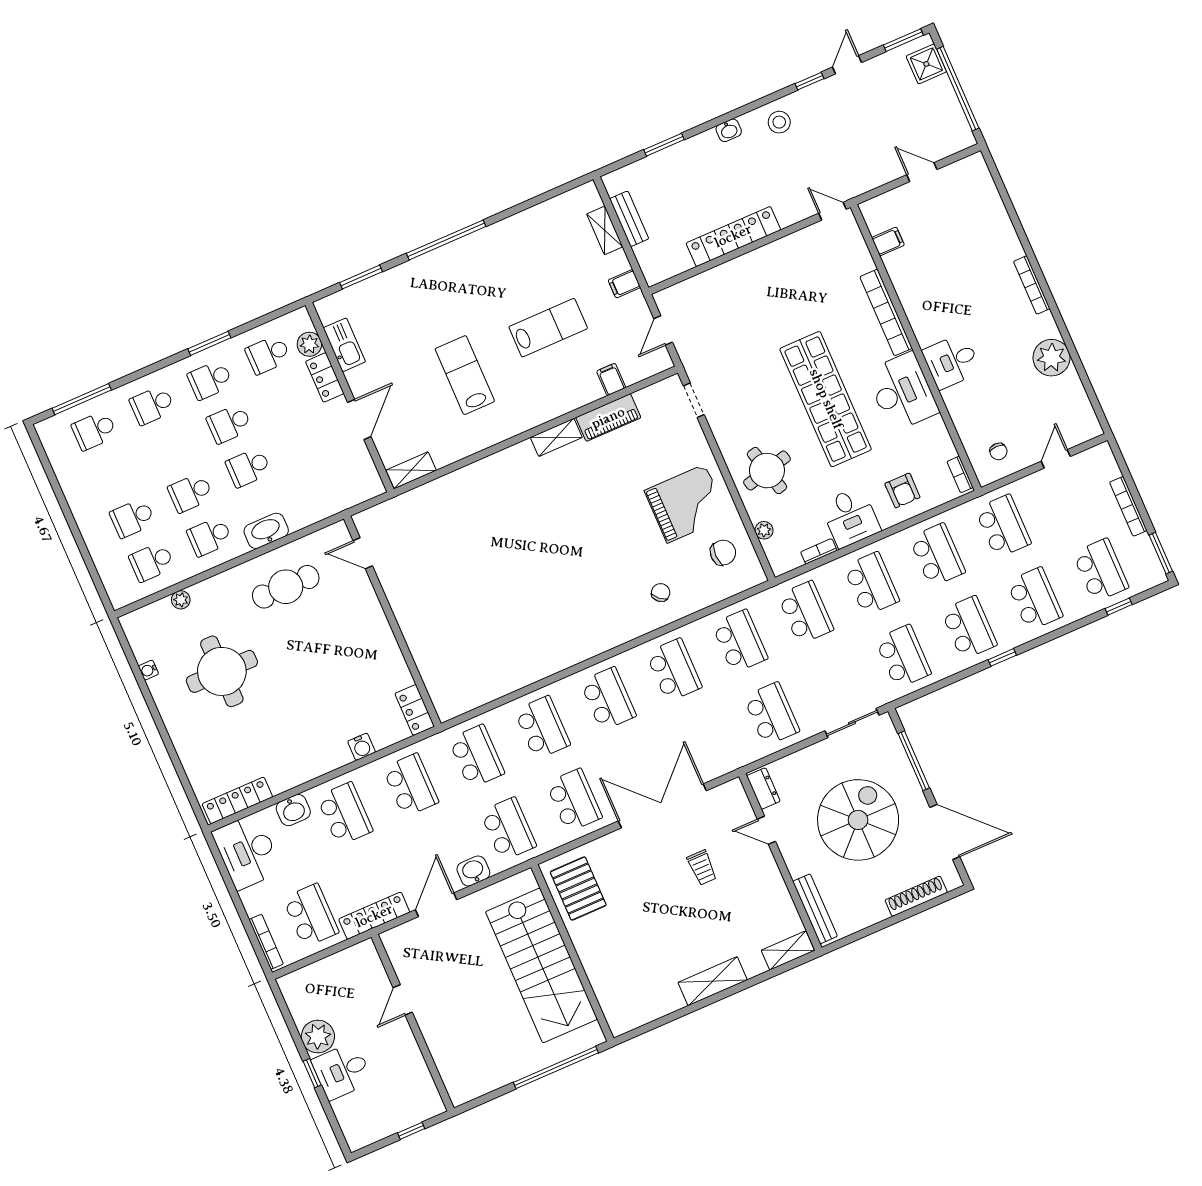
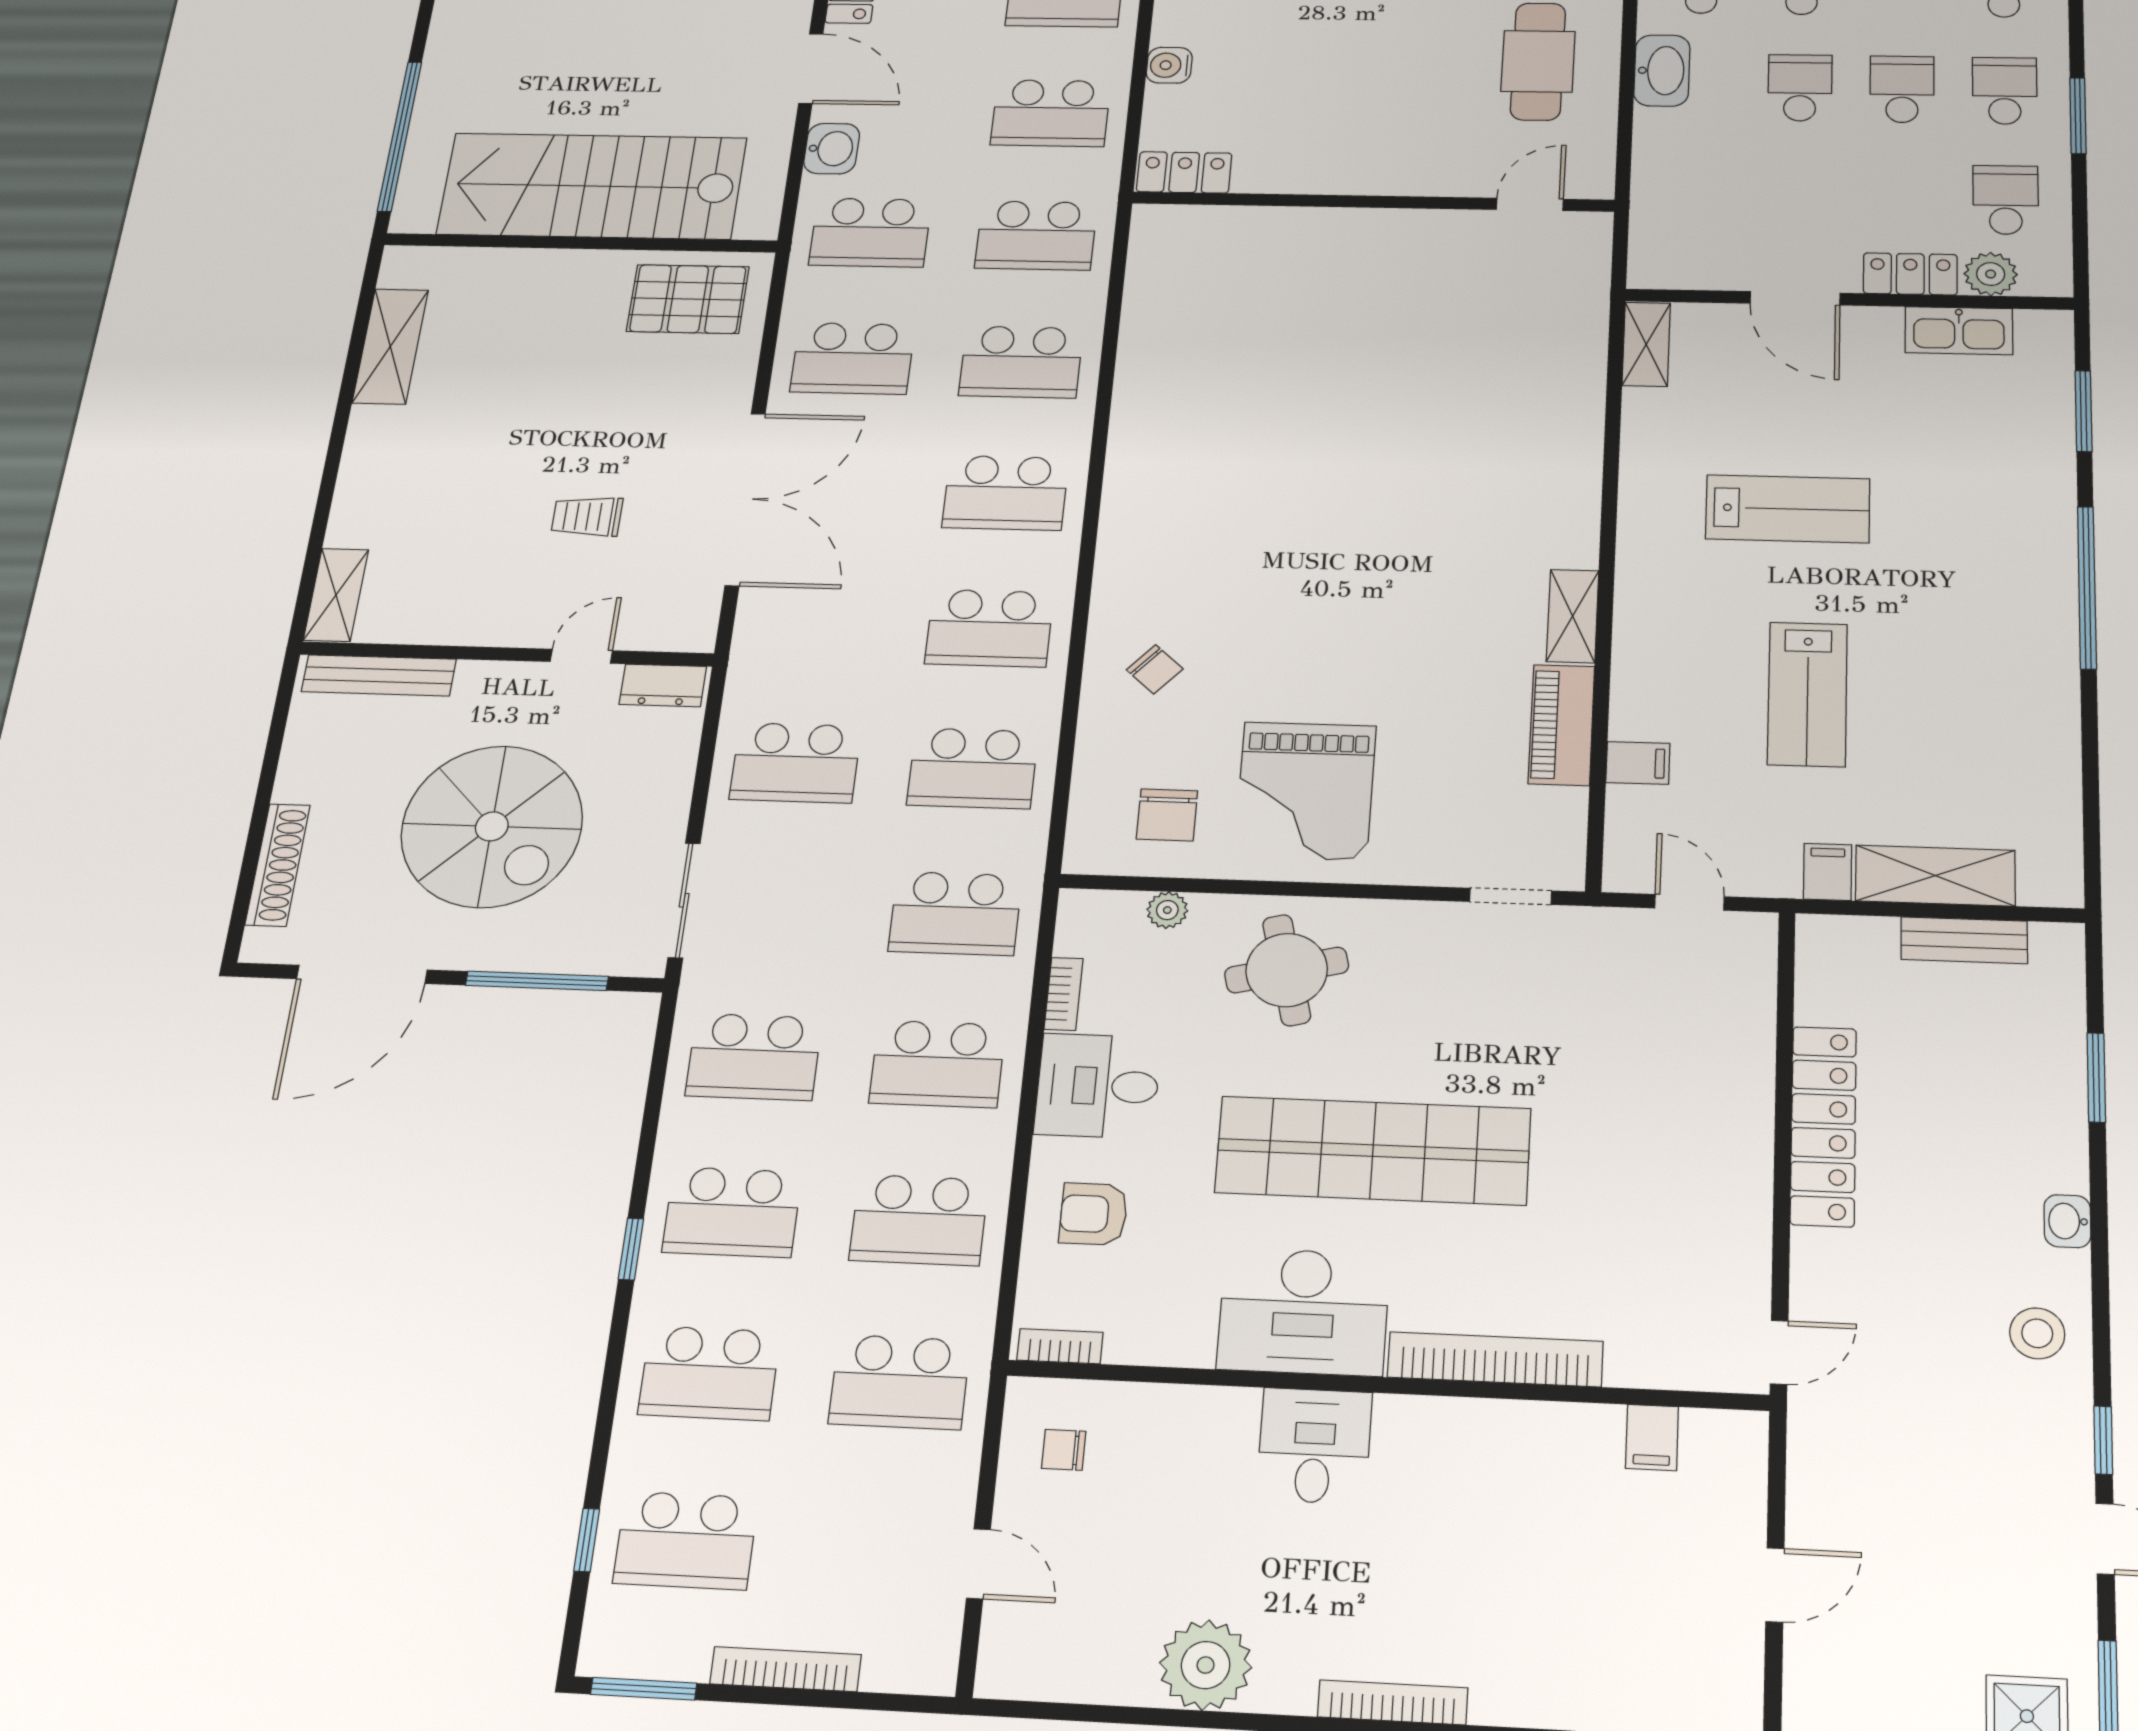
shelving: (605, 230) -> (1935, 876), width x1.50, depth x1.33
shelving: (713, 981) -> (390, 346), moved

